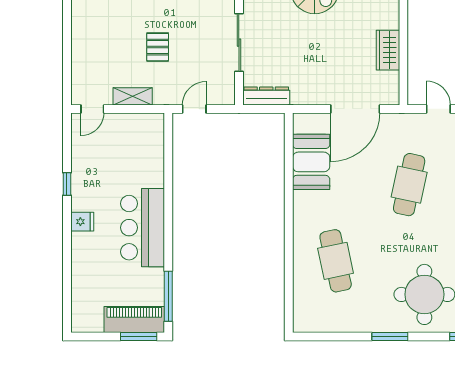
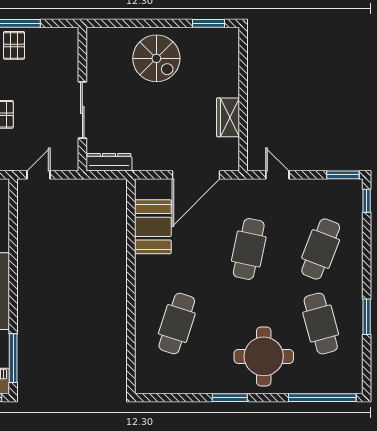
cafe table: (336, 261) -> (177, 324), turned 30

